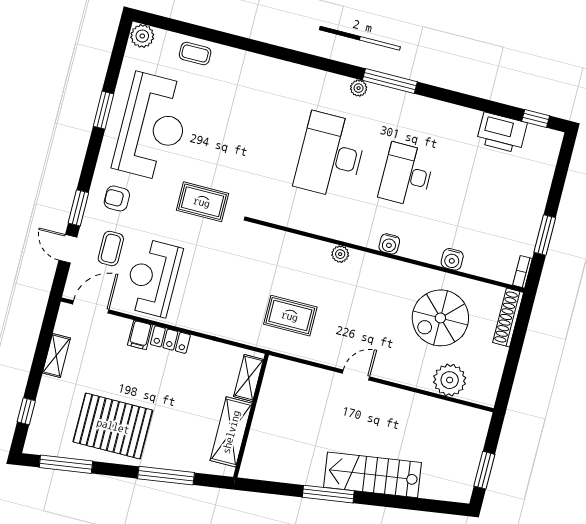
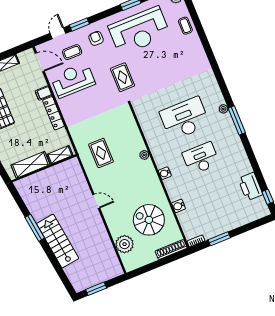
locker: (170, 340) -> (53, 113), width x1.53

